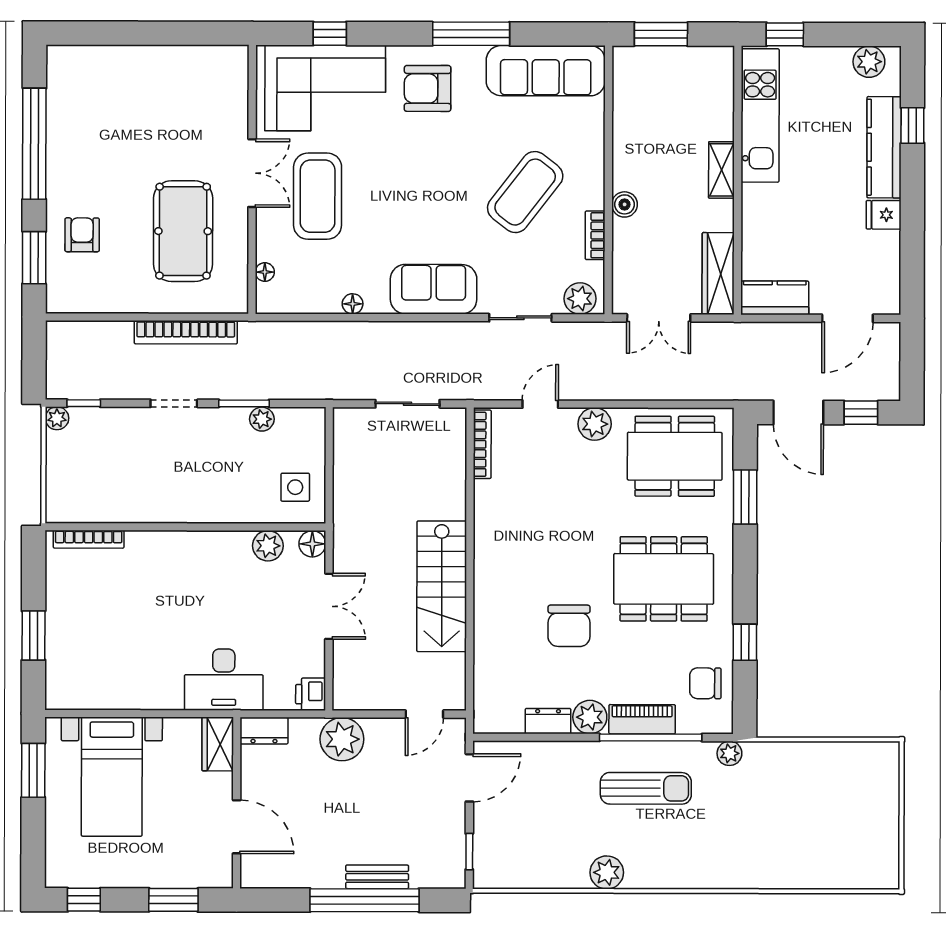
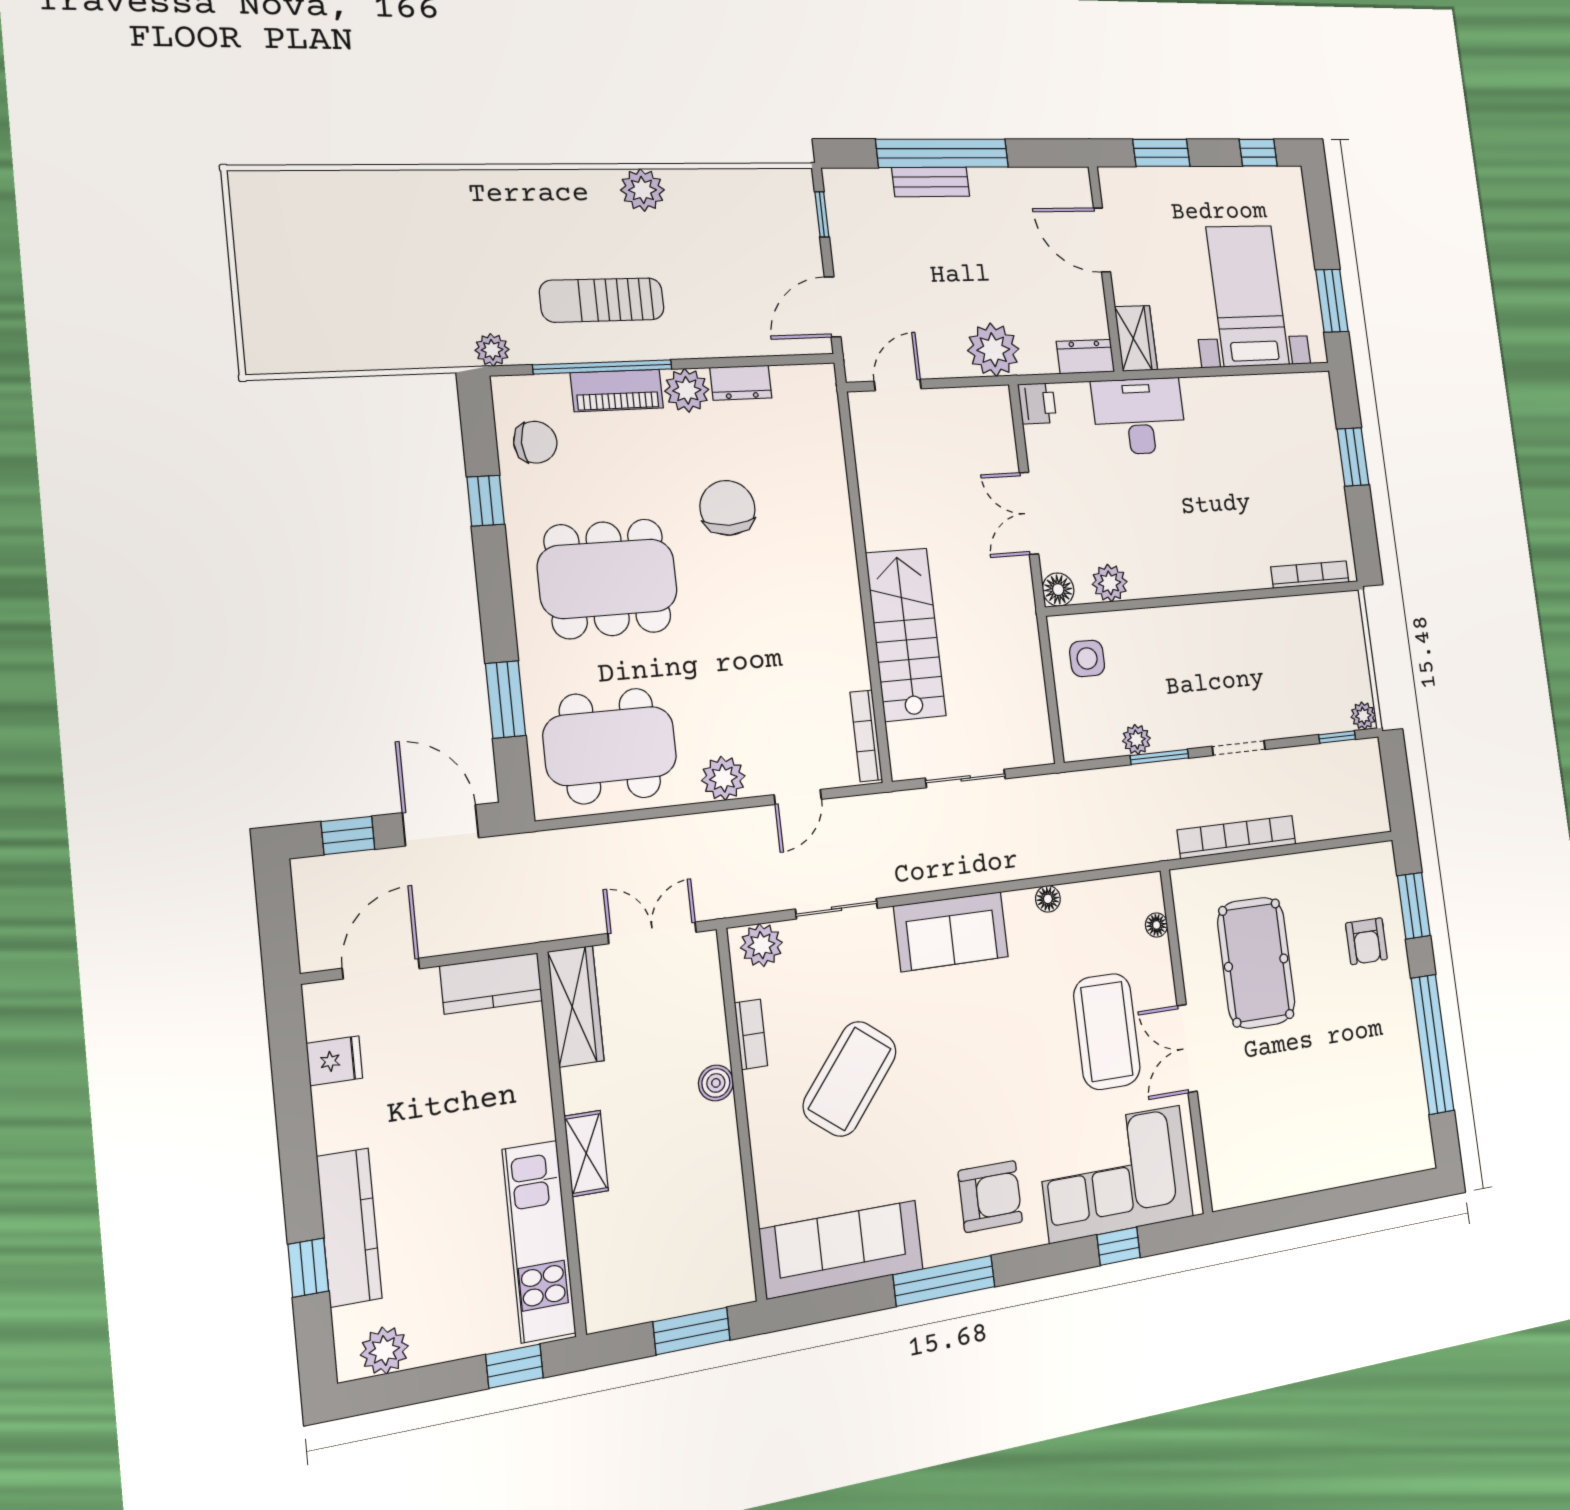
fridge: (884, 215) -> (334, 1061), moved
stairs: (442, 586) -> (906, 634), moved

